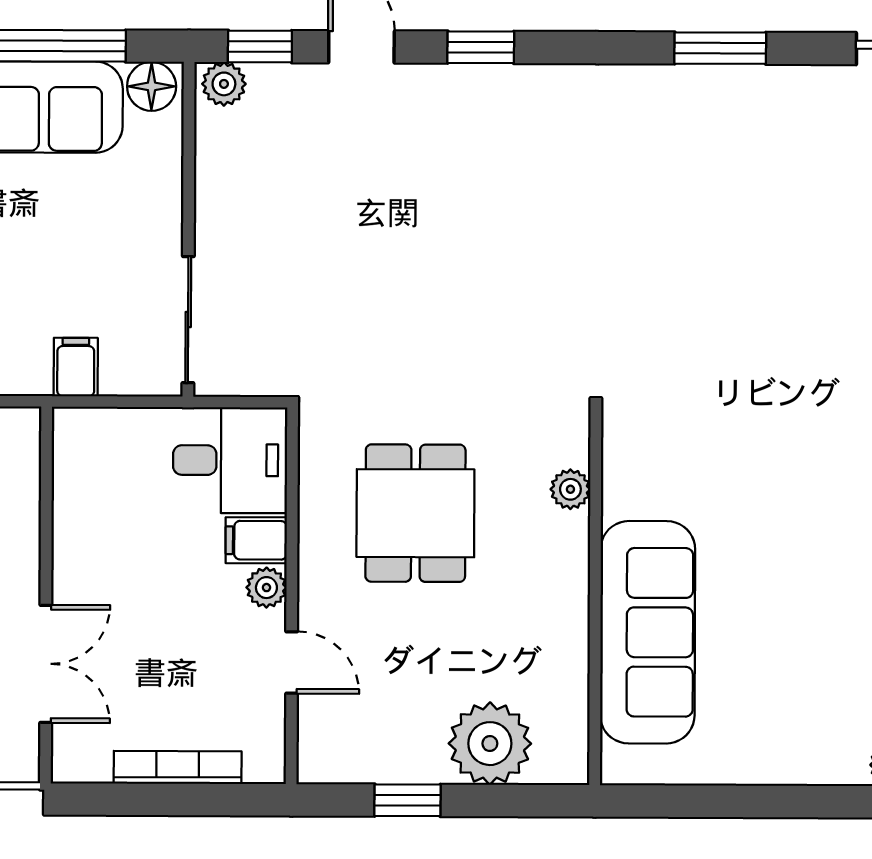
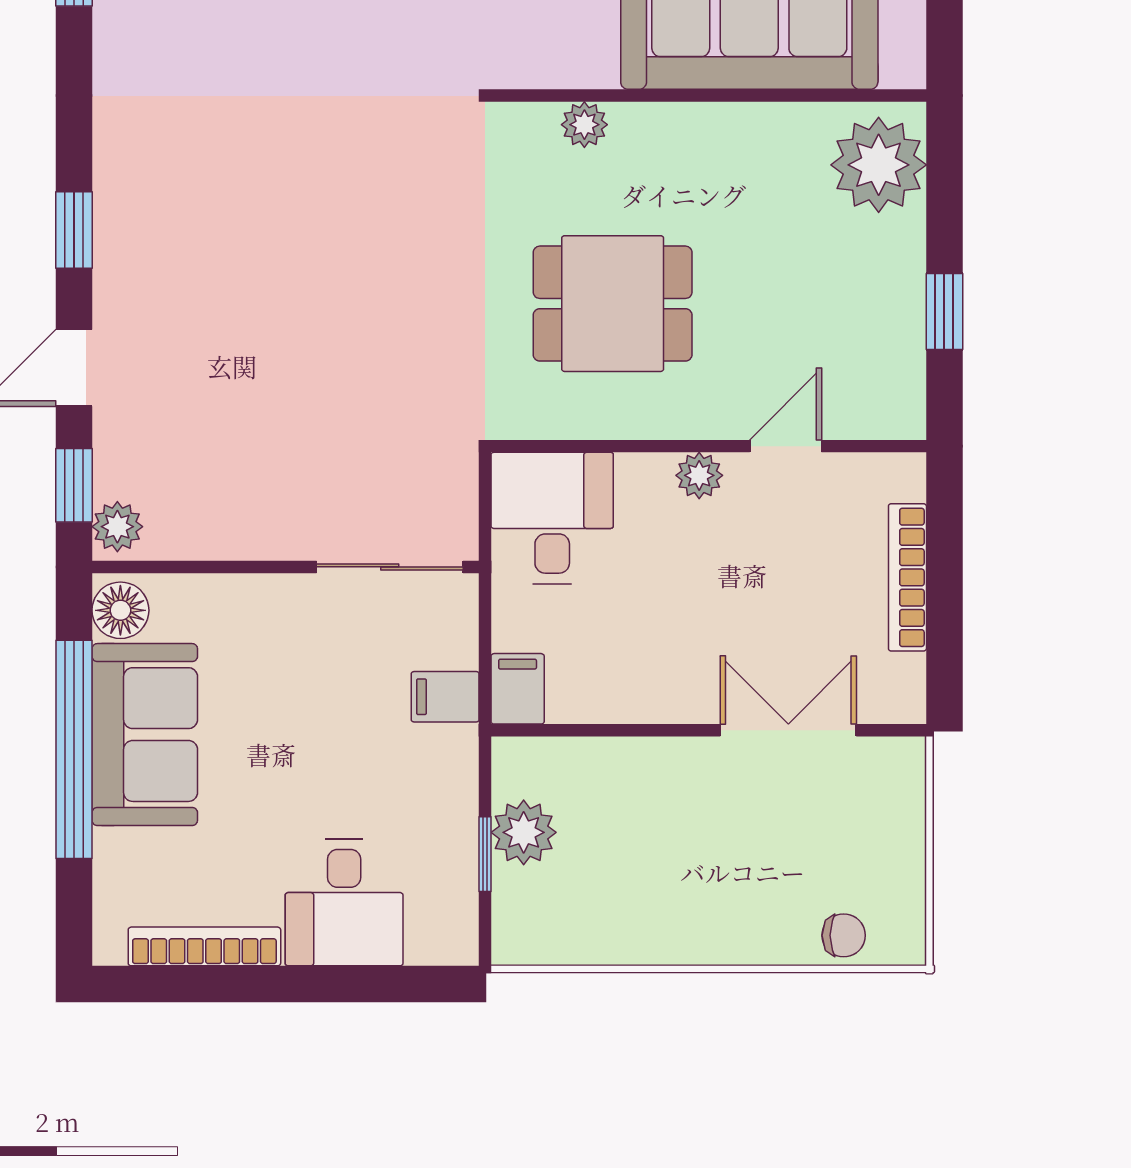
filing cabinet: (256, 540) -> (518, 689), moved, turned 180
plant: (490, 744) -> (879, 165), moved

